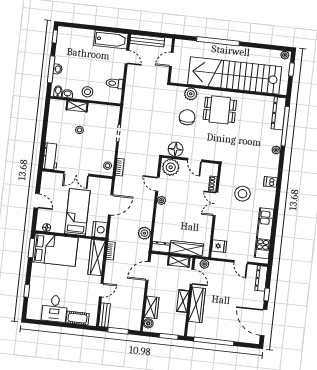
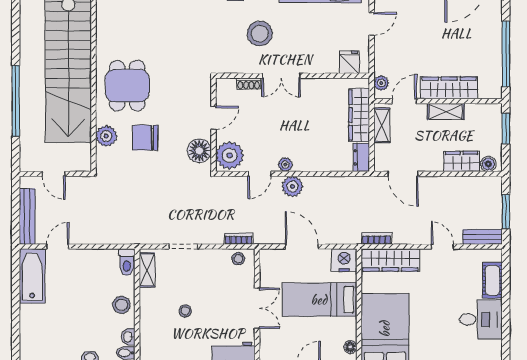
toilet: (114, 83) -> (127, 262), moved
shelving: (77, 106) -> (147, 270), moved
plant: (144, 233) -> (292, 186), moved

